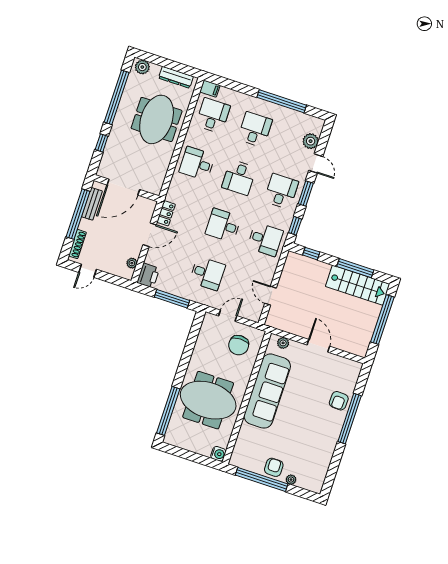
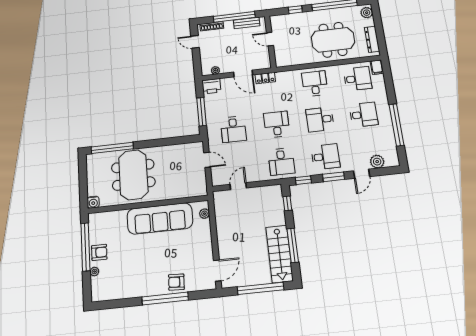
door: (123, 187) -> (270, 39), width x0.53
chair: (239, 345) -> (187, 179), removed
door: (318, 346) -> (217, 271), moved

